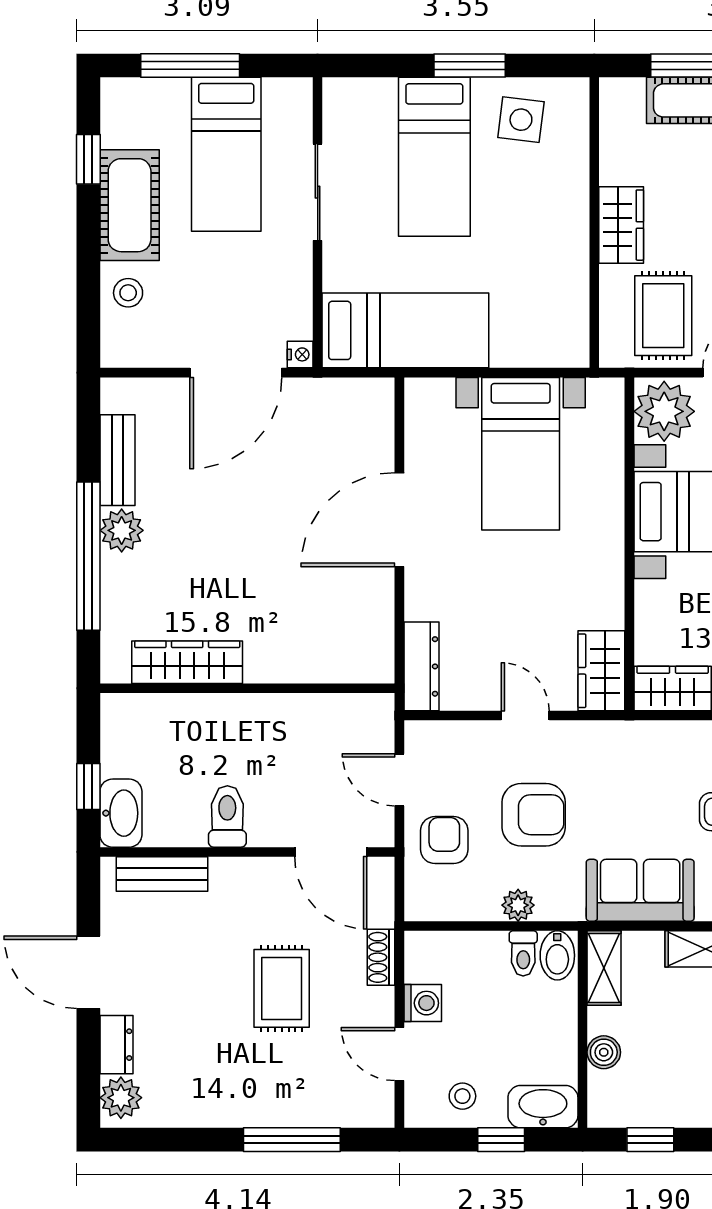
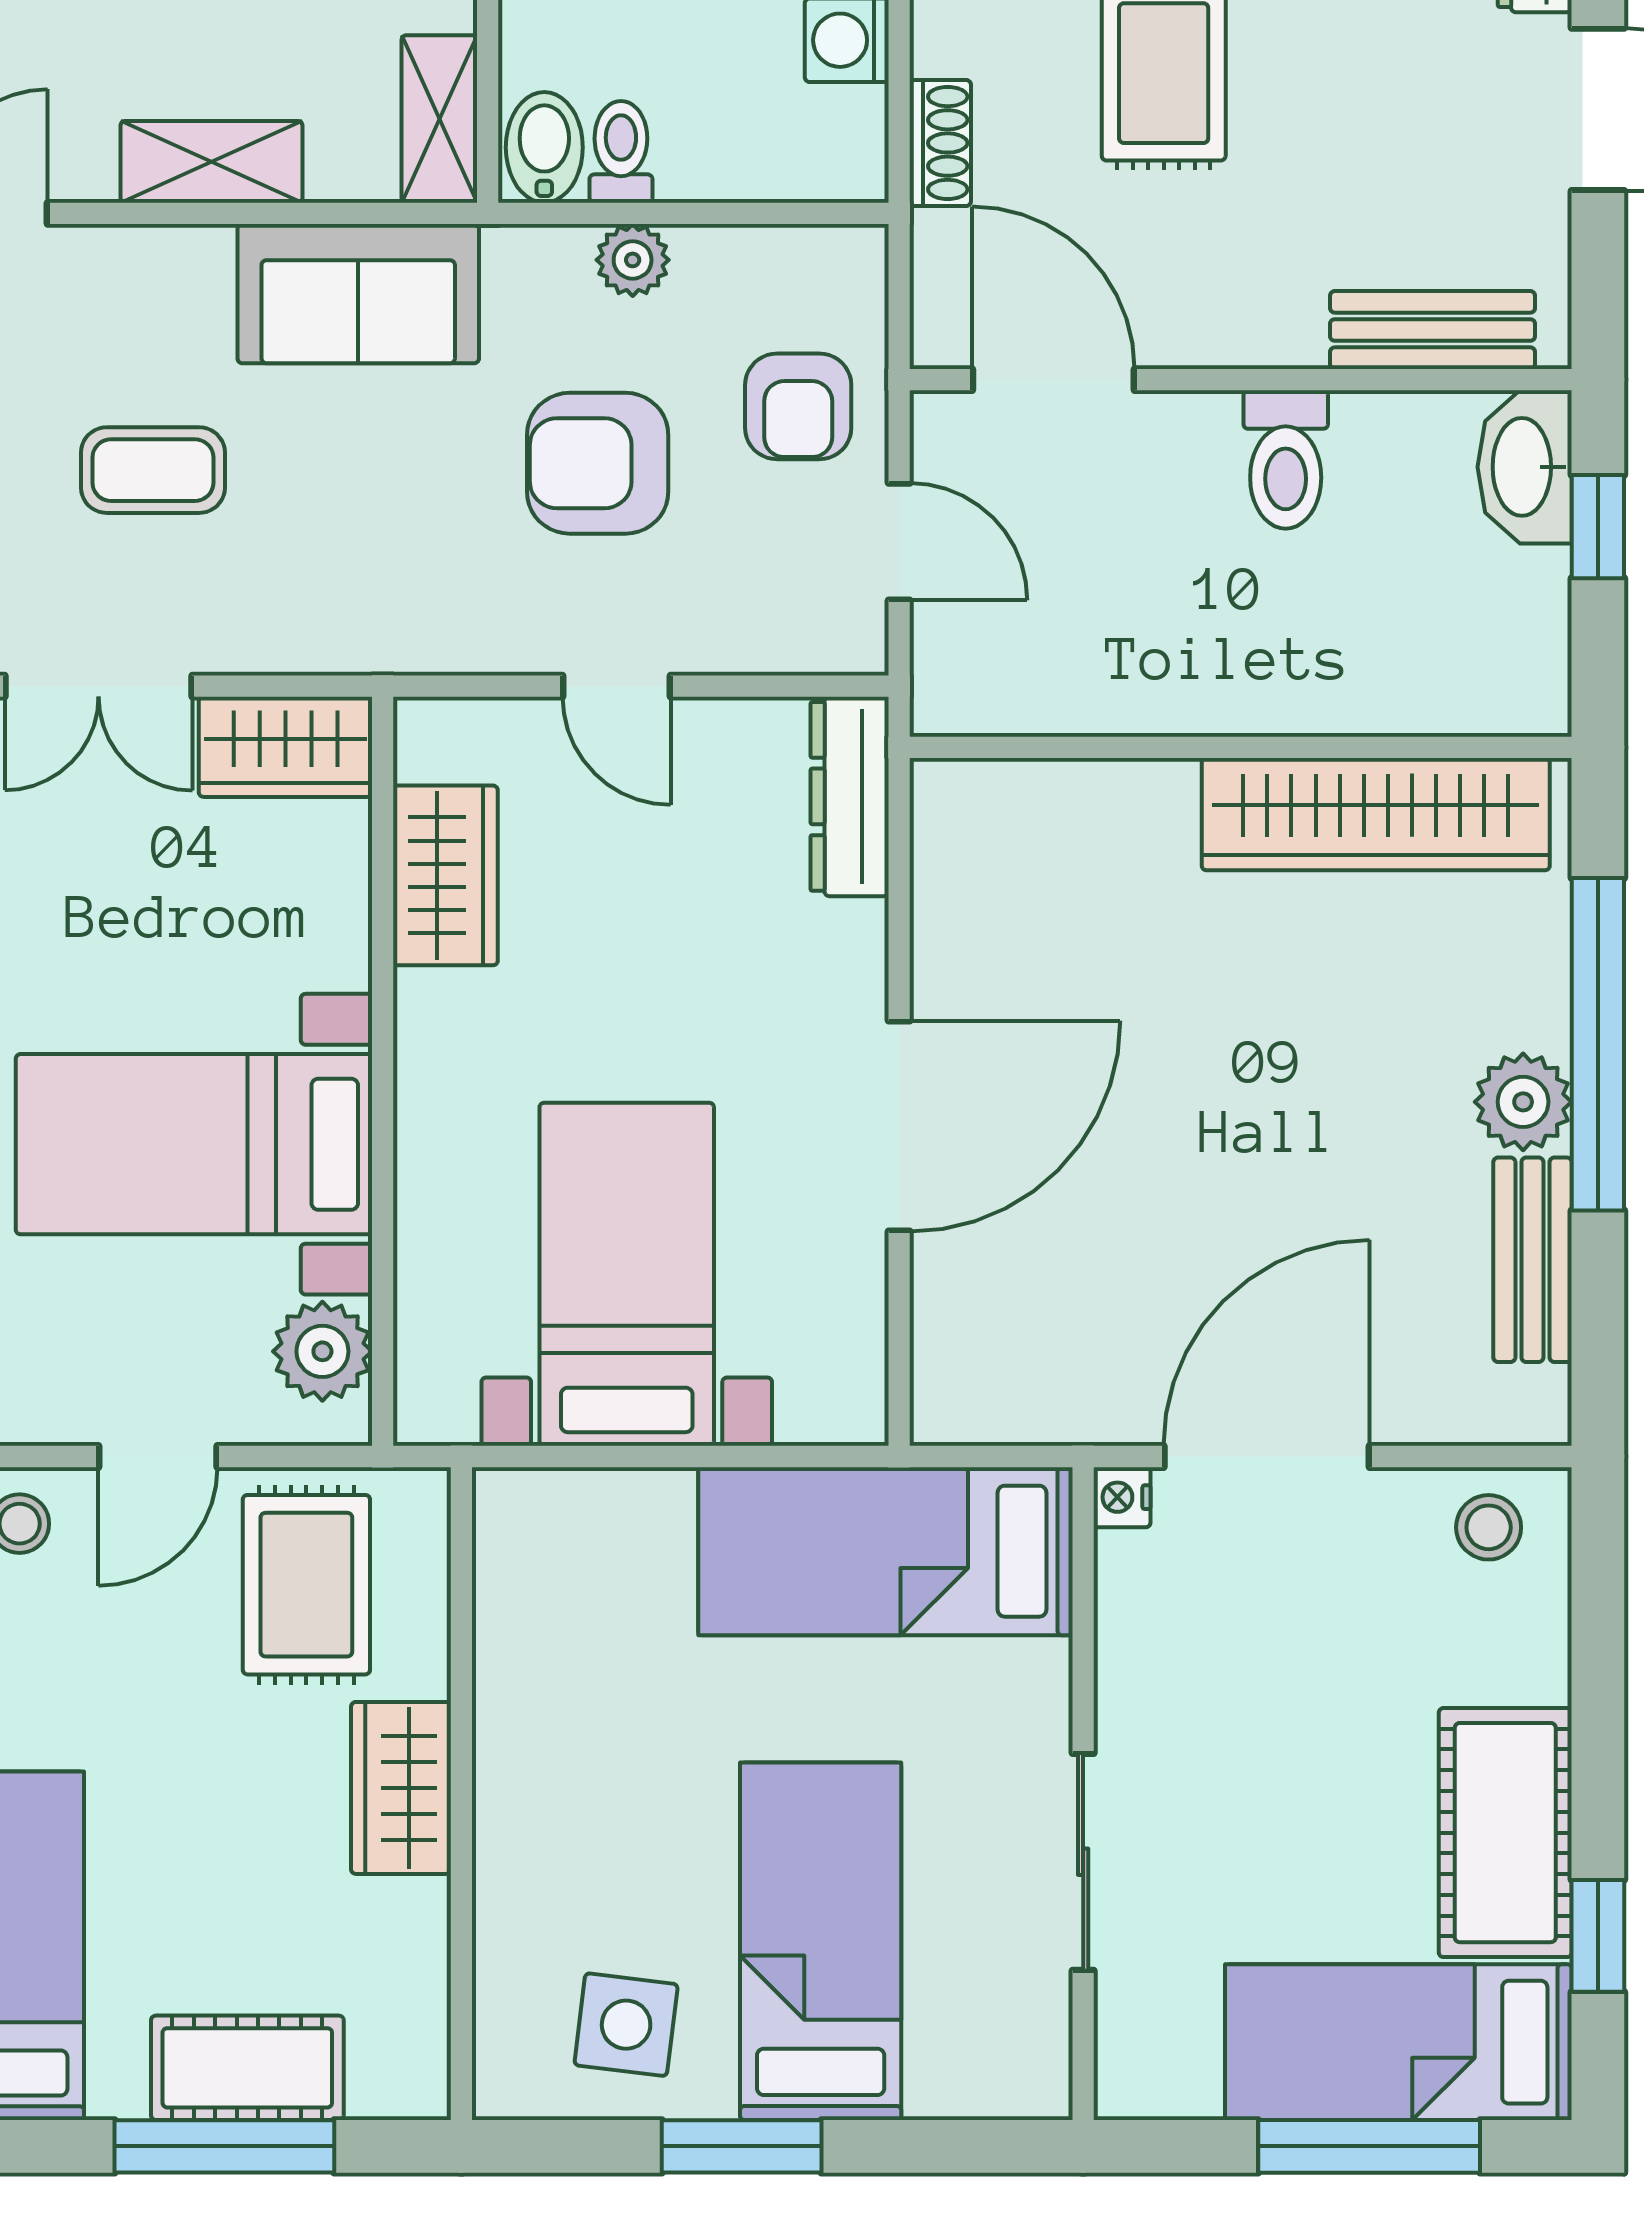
bed: (226, 154) -> (1398, 2042), moved, turned -90
stool: (128, 293) -> (1489, 1527), moved
plant: (664, 411) -> (322, 1351), width x0.73, depth x0.73
wardrobe: (187, 662) -> (1376, 814), width x1.40, depth x1.17
wardrobe: (601, 671) -> (445, 875), moved

